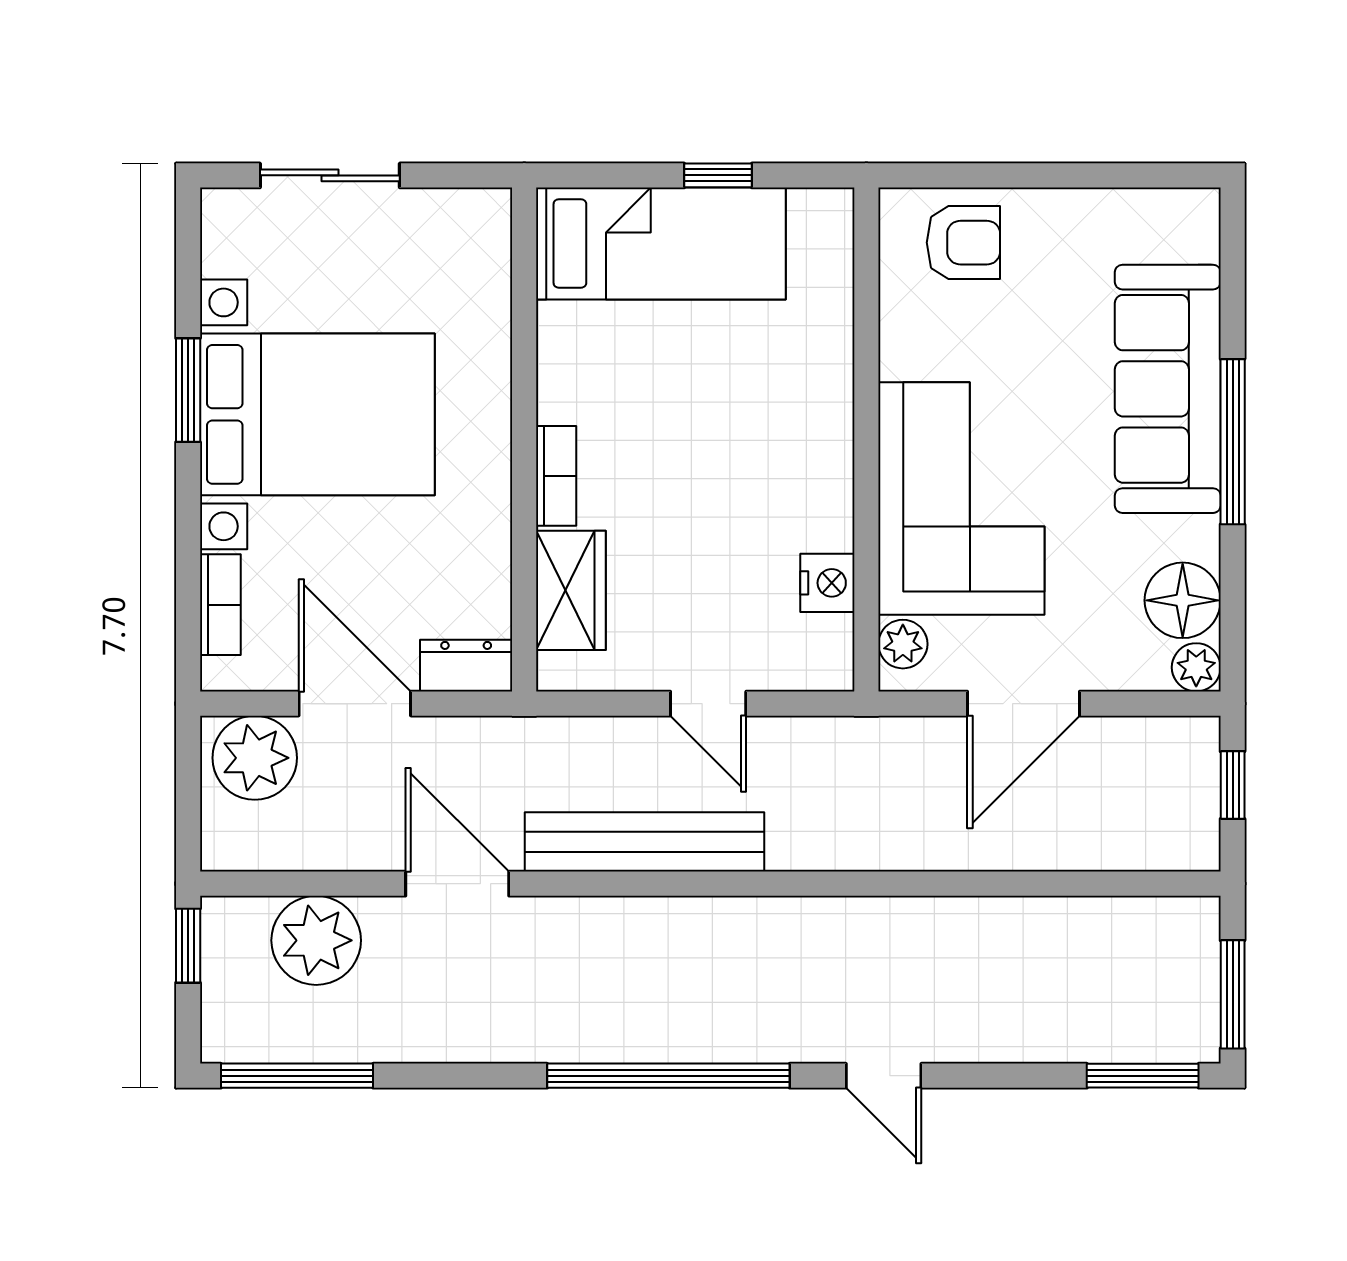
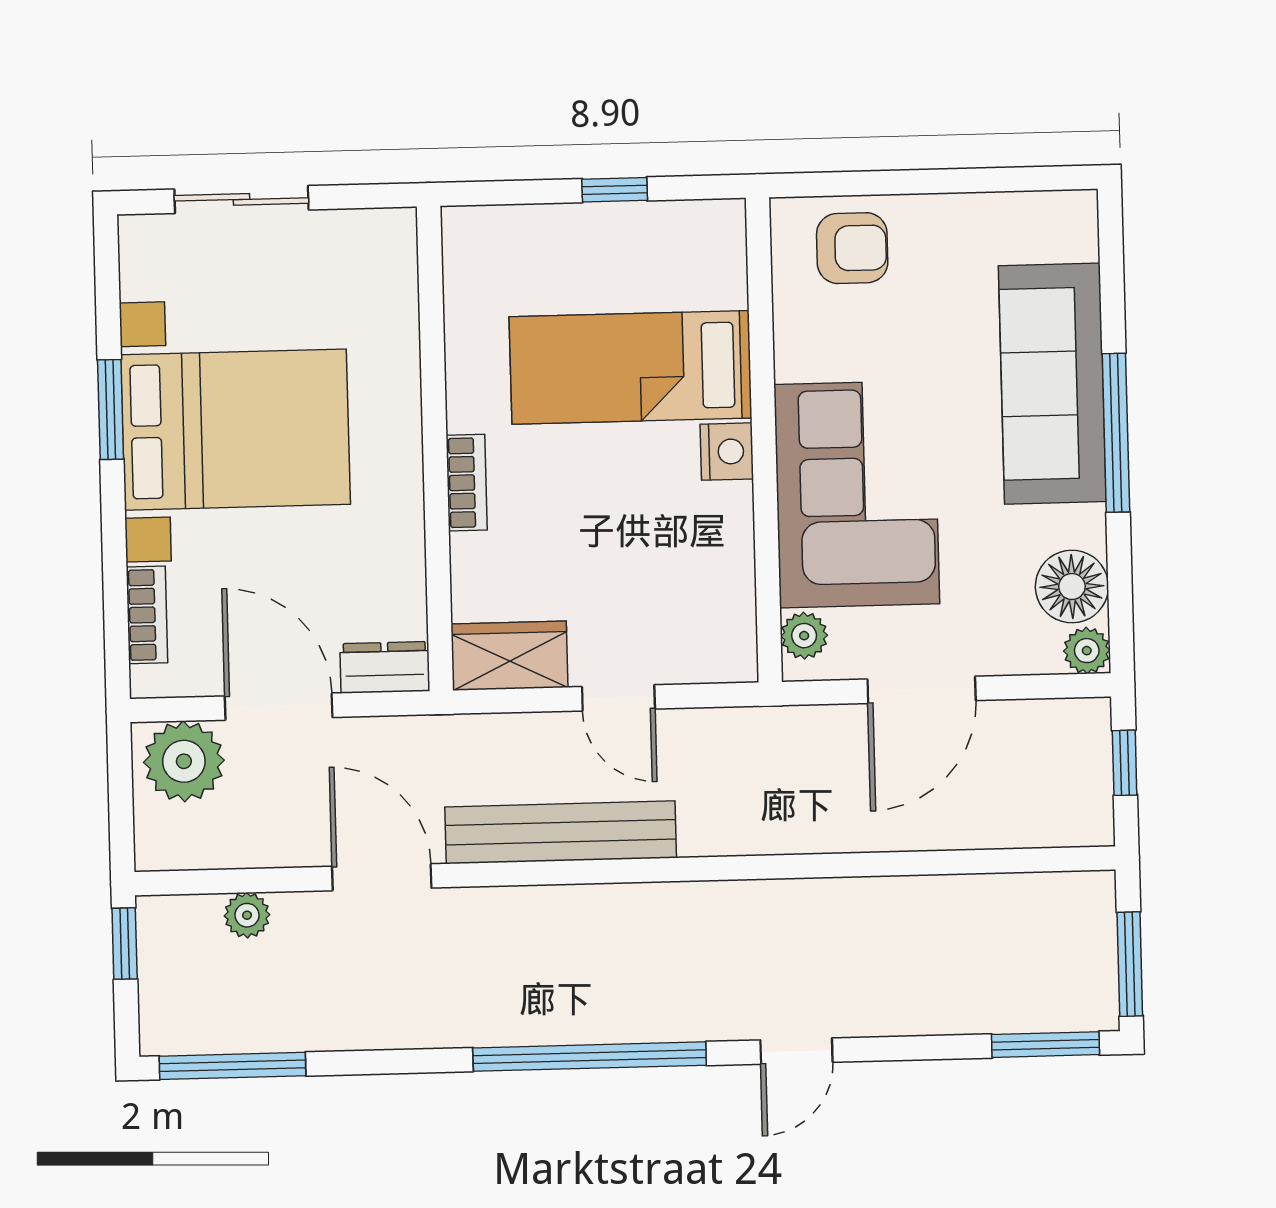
bed: (661, 243) -> (630, 367), moved, turned 180
nightstand: (827, 583) -> (727, 452), moved
wardrobe: (571, 590) -> (509, 656), moved, turned -90
plant: (316, 940) -> (247, 915), width x0.53, depth x0.53
door: (884, 1076) -> (796, 1051), hinge flipped

